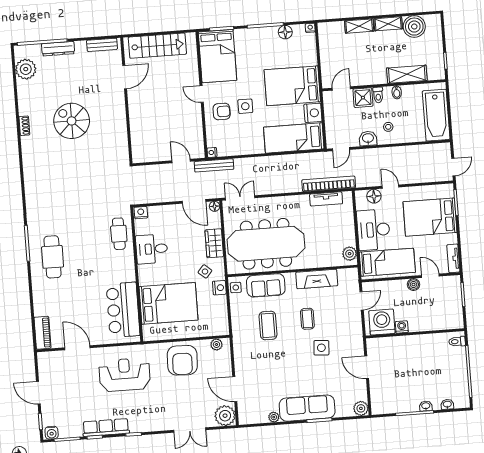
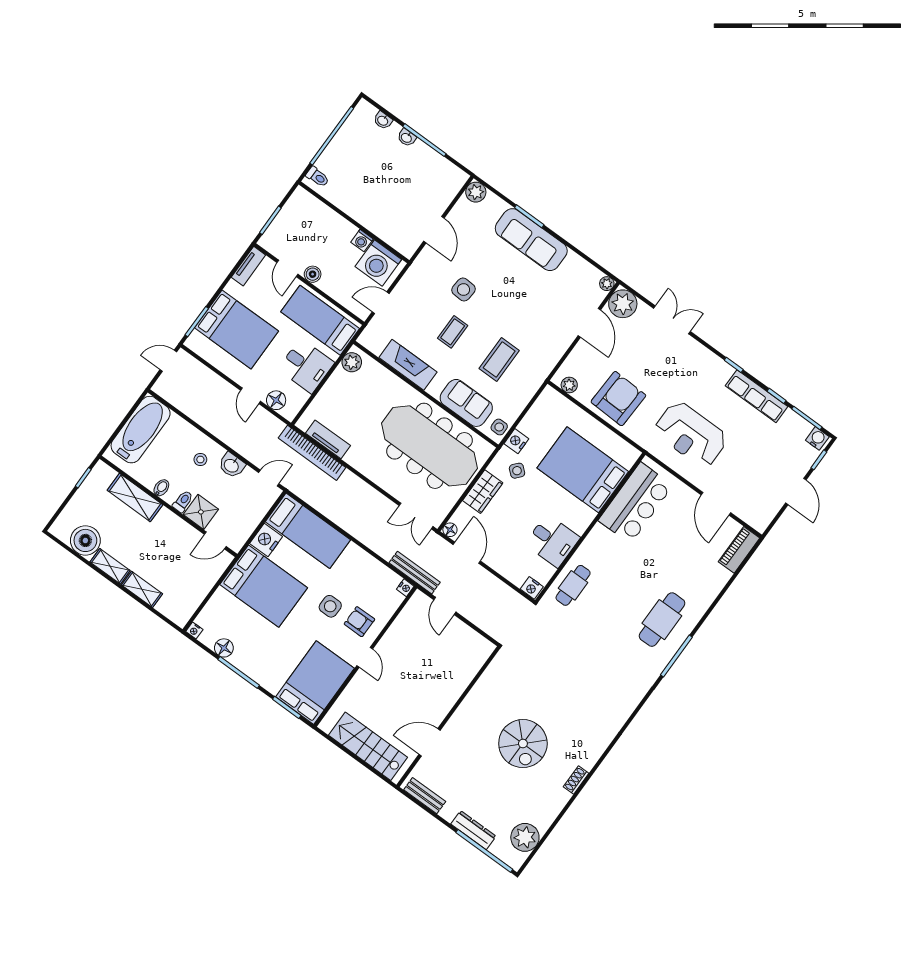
desk: (373, 230) -> (306, 366), width x0.73
plant: (274, 417) -> (607, 284), moved

